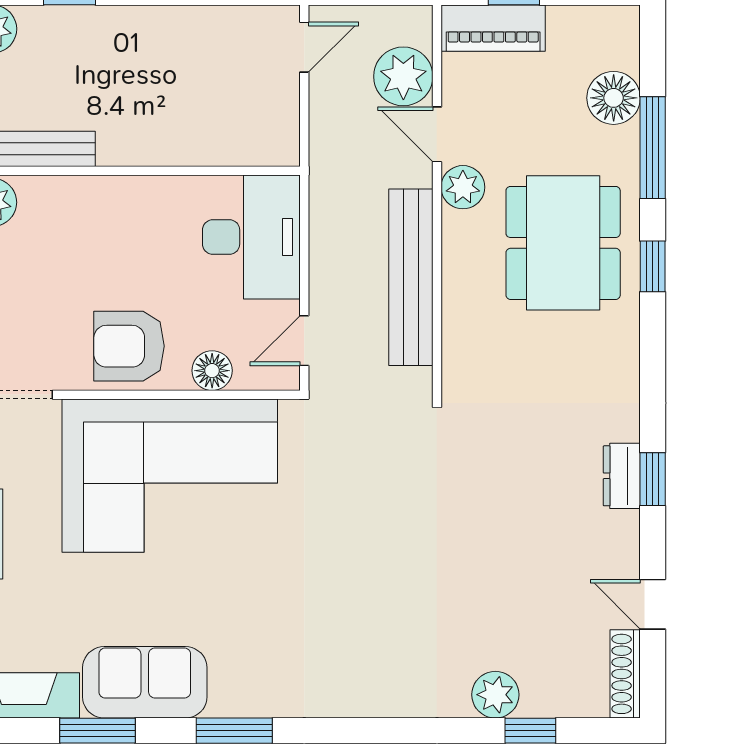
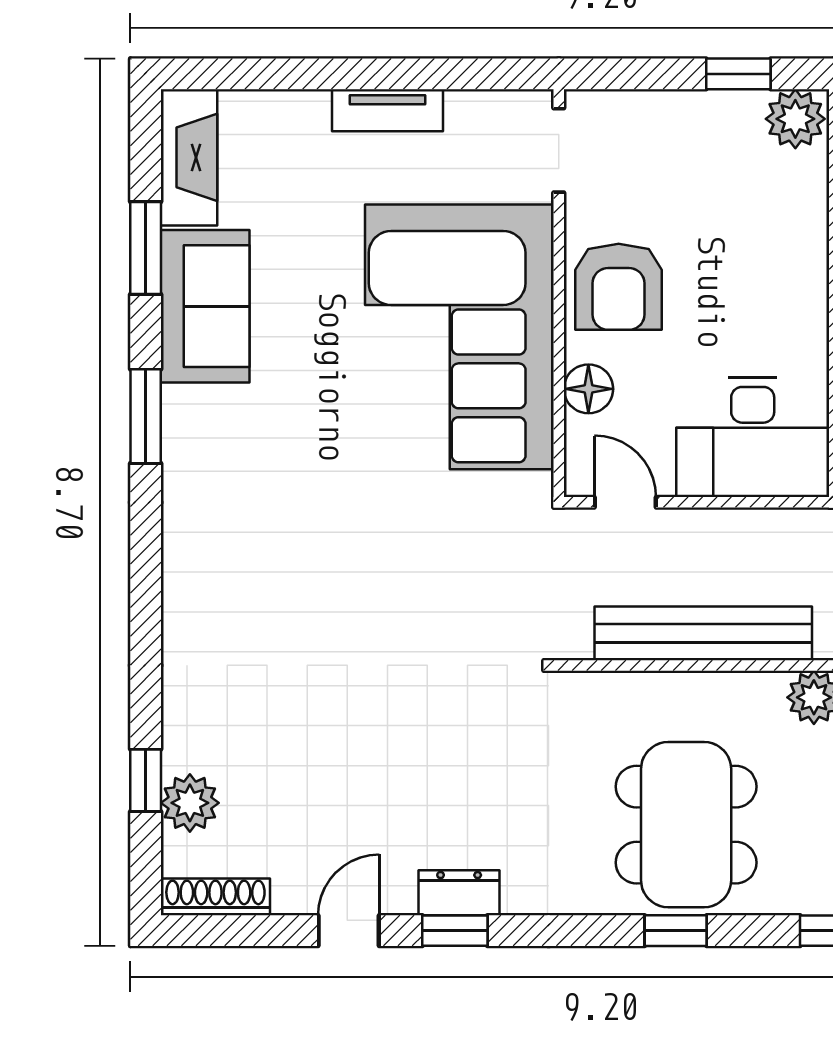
dining table: (563, 243) -> (686, 825), moved, turned 90
window: (653, 266) -> (676, 931), moved
armchair: (129, 346) -> (619, 287), turned 180
door: (653, 604) -> (349, 931), moved
plant: (495, 695) -> (190, 803), moved

